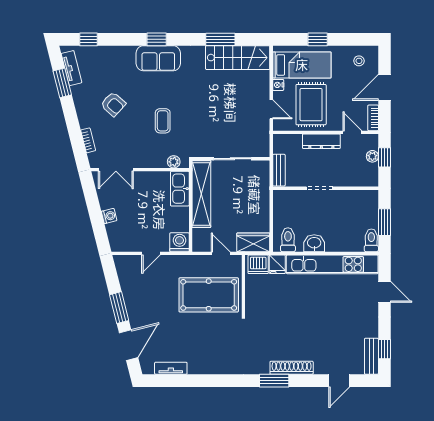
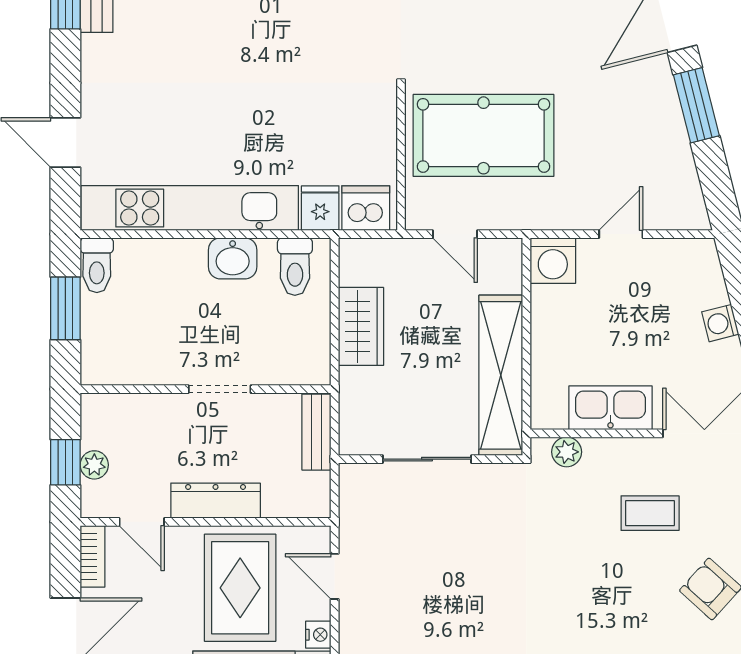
coffee table: (163, 121) -> (650, 513), moved, turned 90
kitchen sink: (180, 189) -> (610, 408), moved, turned -90
wardrobe: (253, 242) -> (361, 326), moved, turned -90

